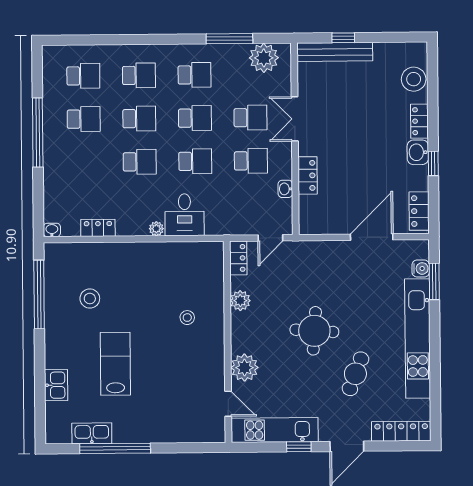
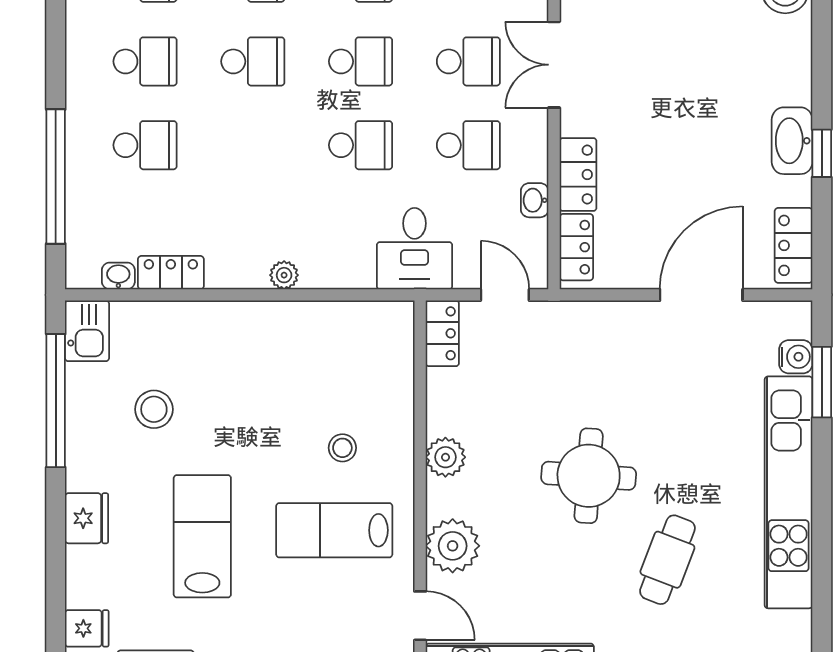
locker: (419, 121) -> (576, 247), moved, turned 180
window: (38, 133) -> (56, 176), moved
washbasin: (418, 152) -> (792, 141), width x1.38
school desk: (140, 162) -> (145, 145), moved
desk: (185, 215) -> (414, 249), moved
washbasin: (52, 230) -> (118, 276), moved
door: (270, 238) -> (505, 295), swing flipped
plant: (240, 301) -> (445, 457), moved
fridge: (56, 355) -> (87, 518), added
lab bench: (183, 360) -> (334, 530), added
kitchen sink: (56, 385) -> (87, 331), moved
fridge: (56, 412) -> (87, 628), added

